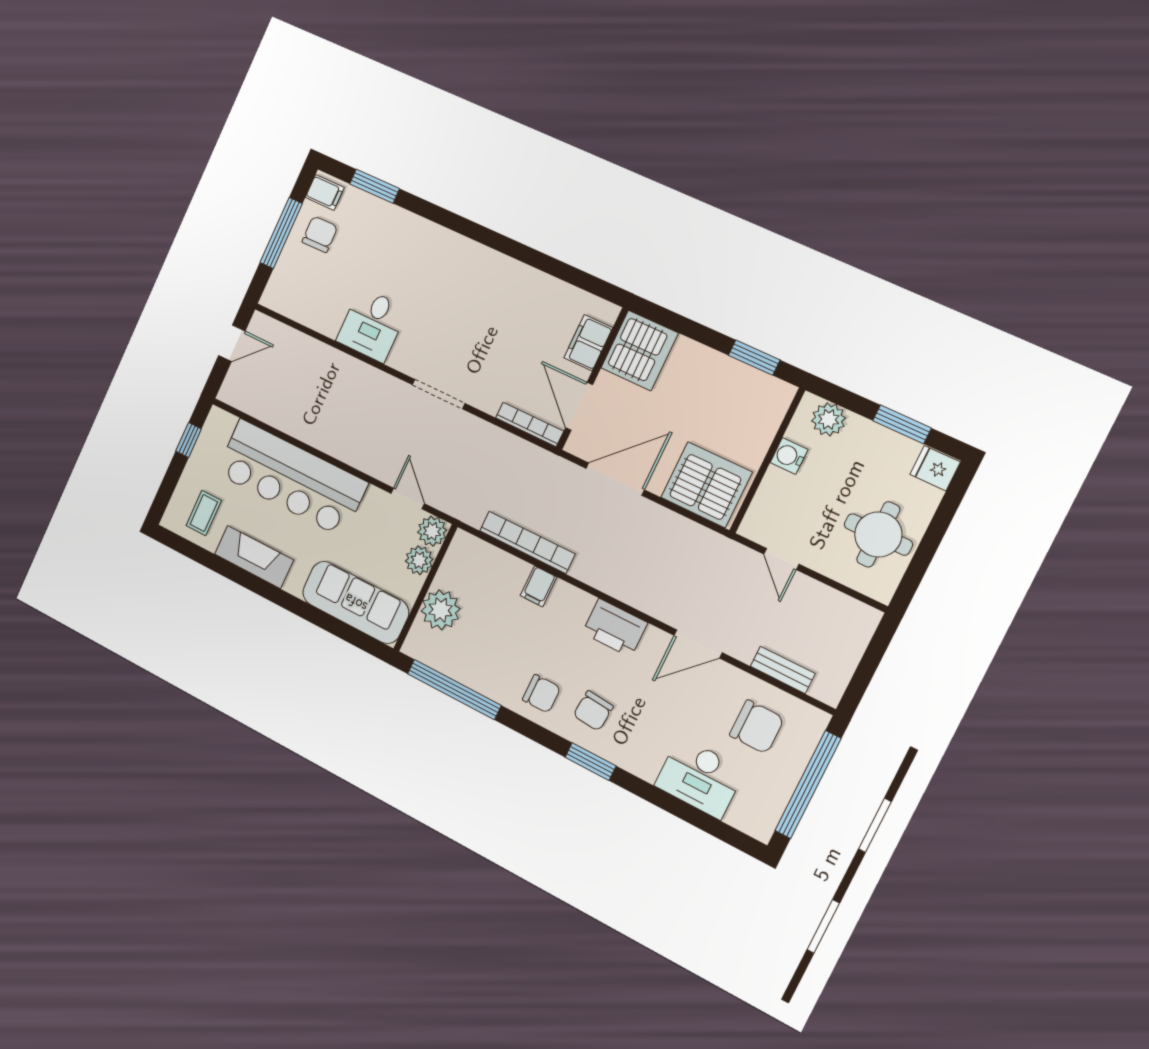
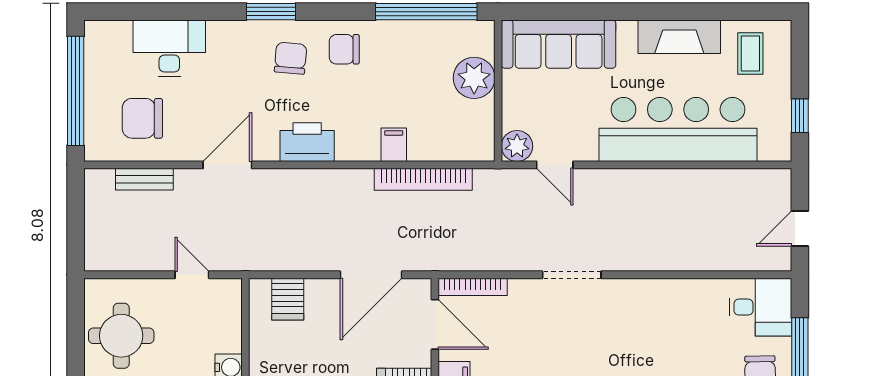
desk: (372, 325) -> (760, 307), moved, turned 90
server rack: (706, 485) -> (288, 299), width x0.46, depth x0.70
plant: (419, 560) -> (516, 113), removed

